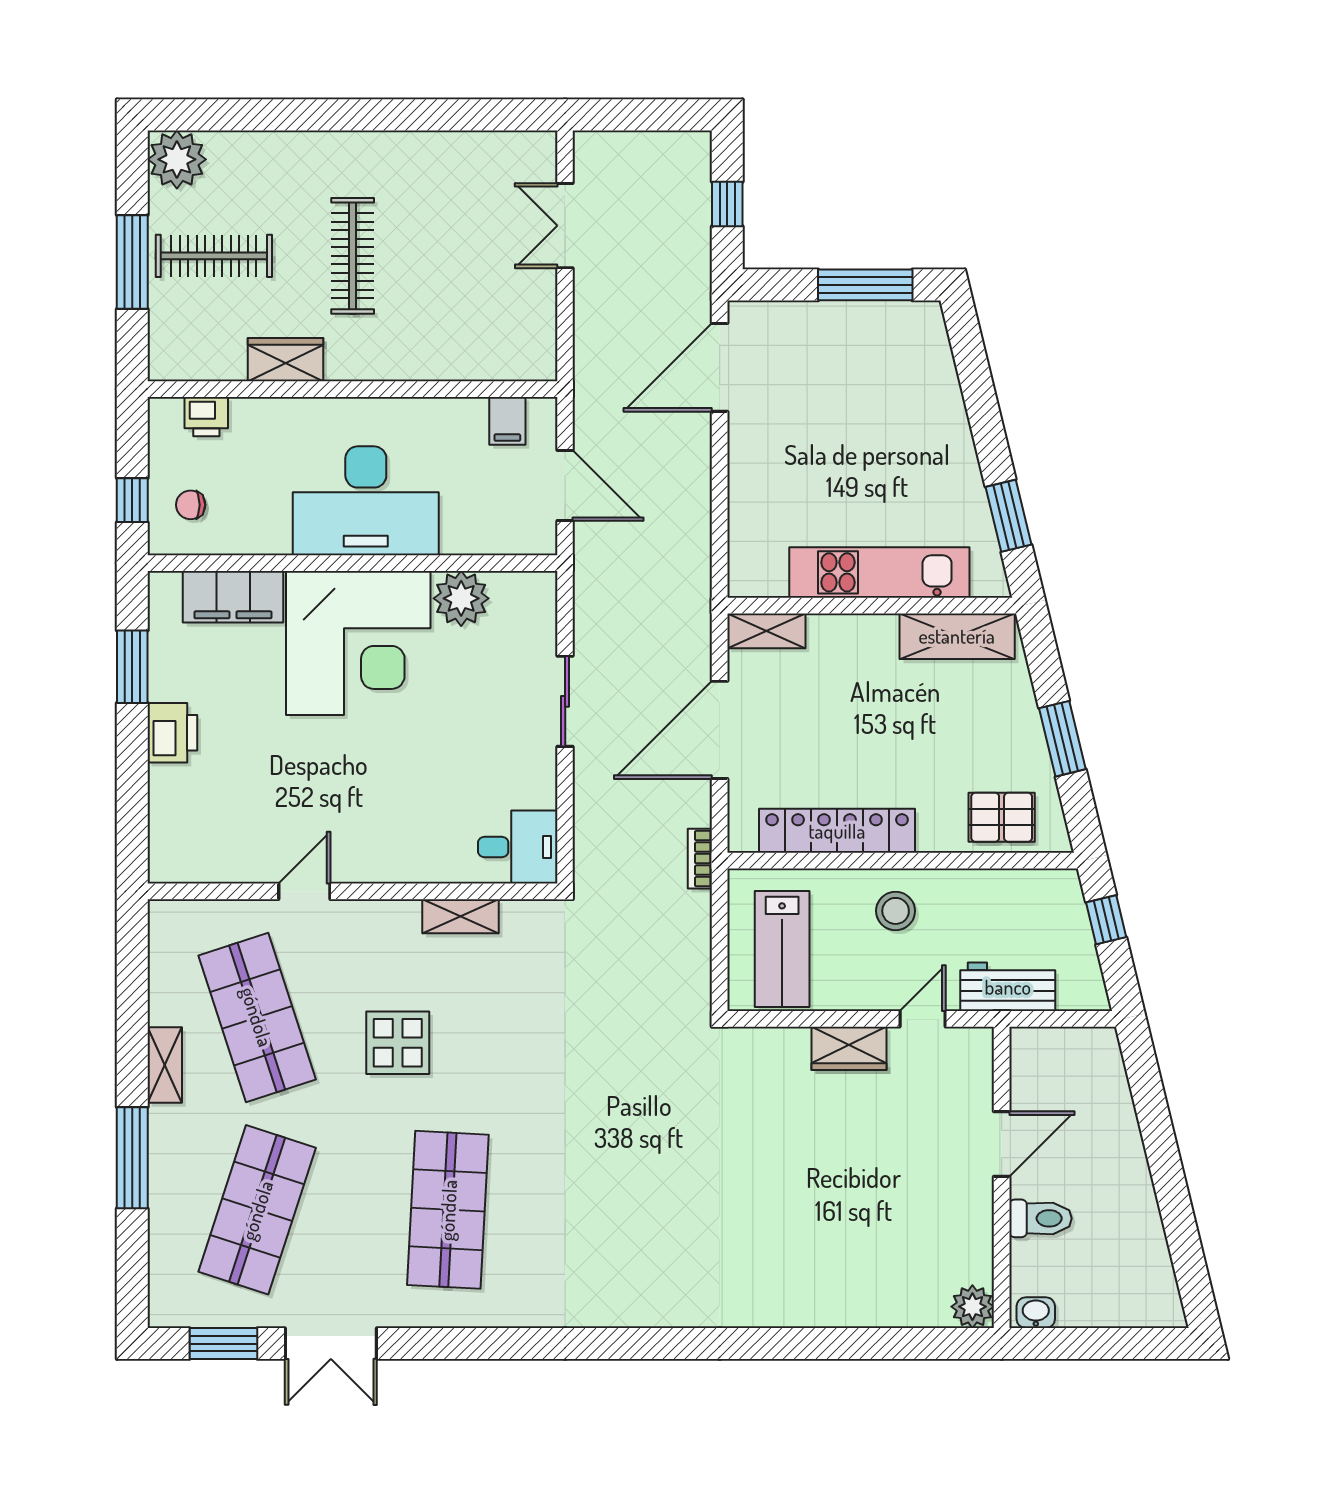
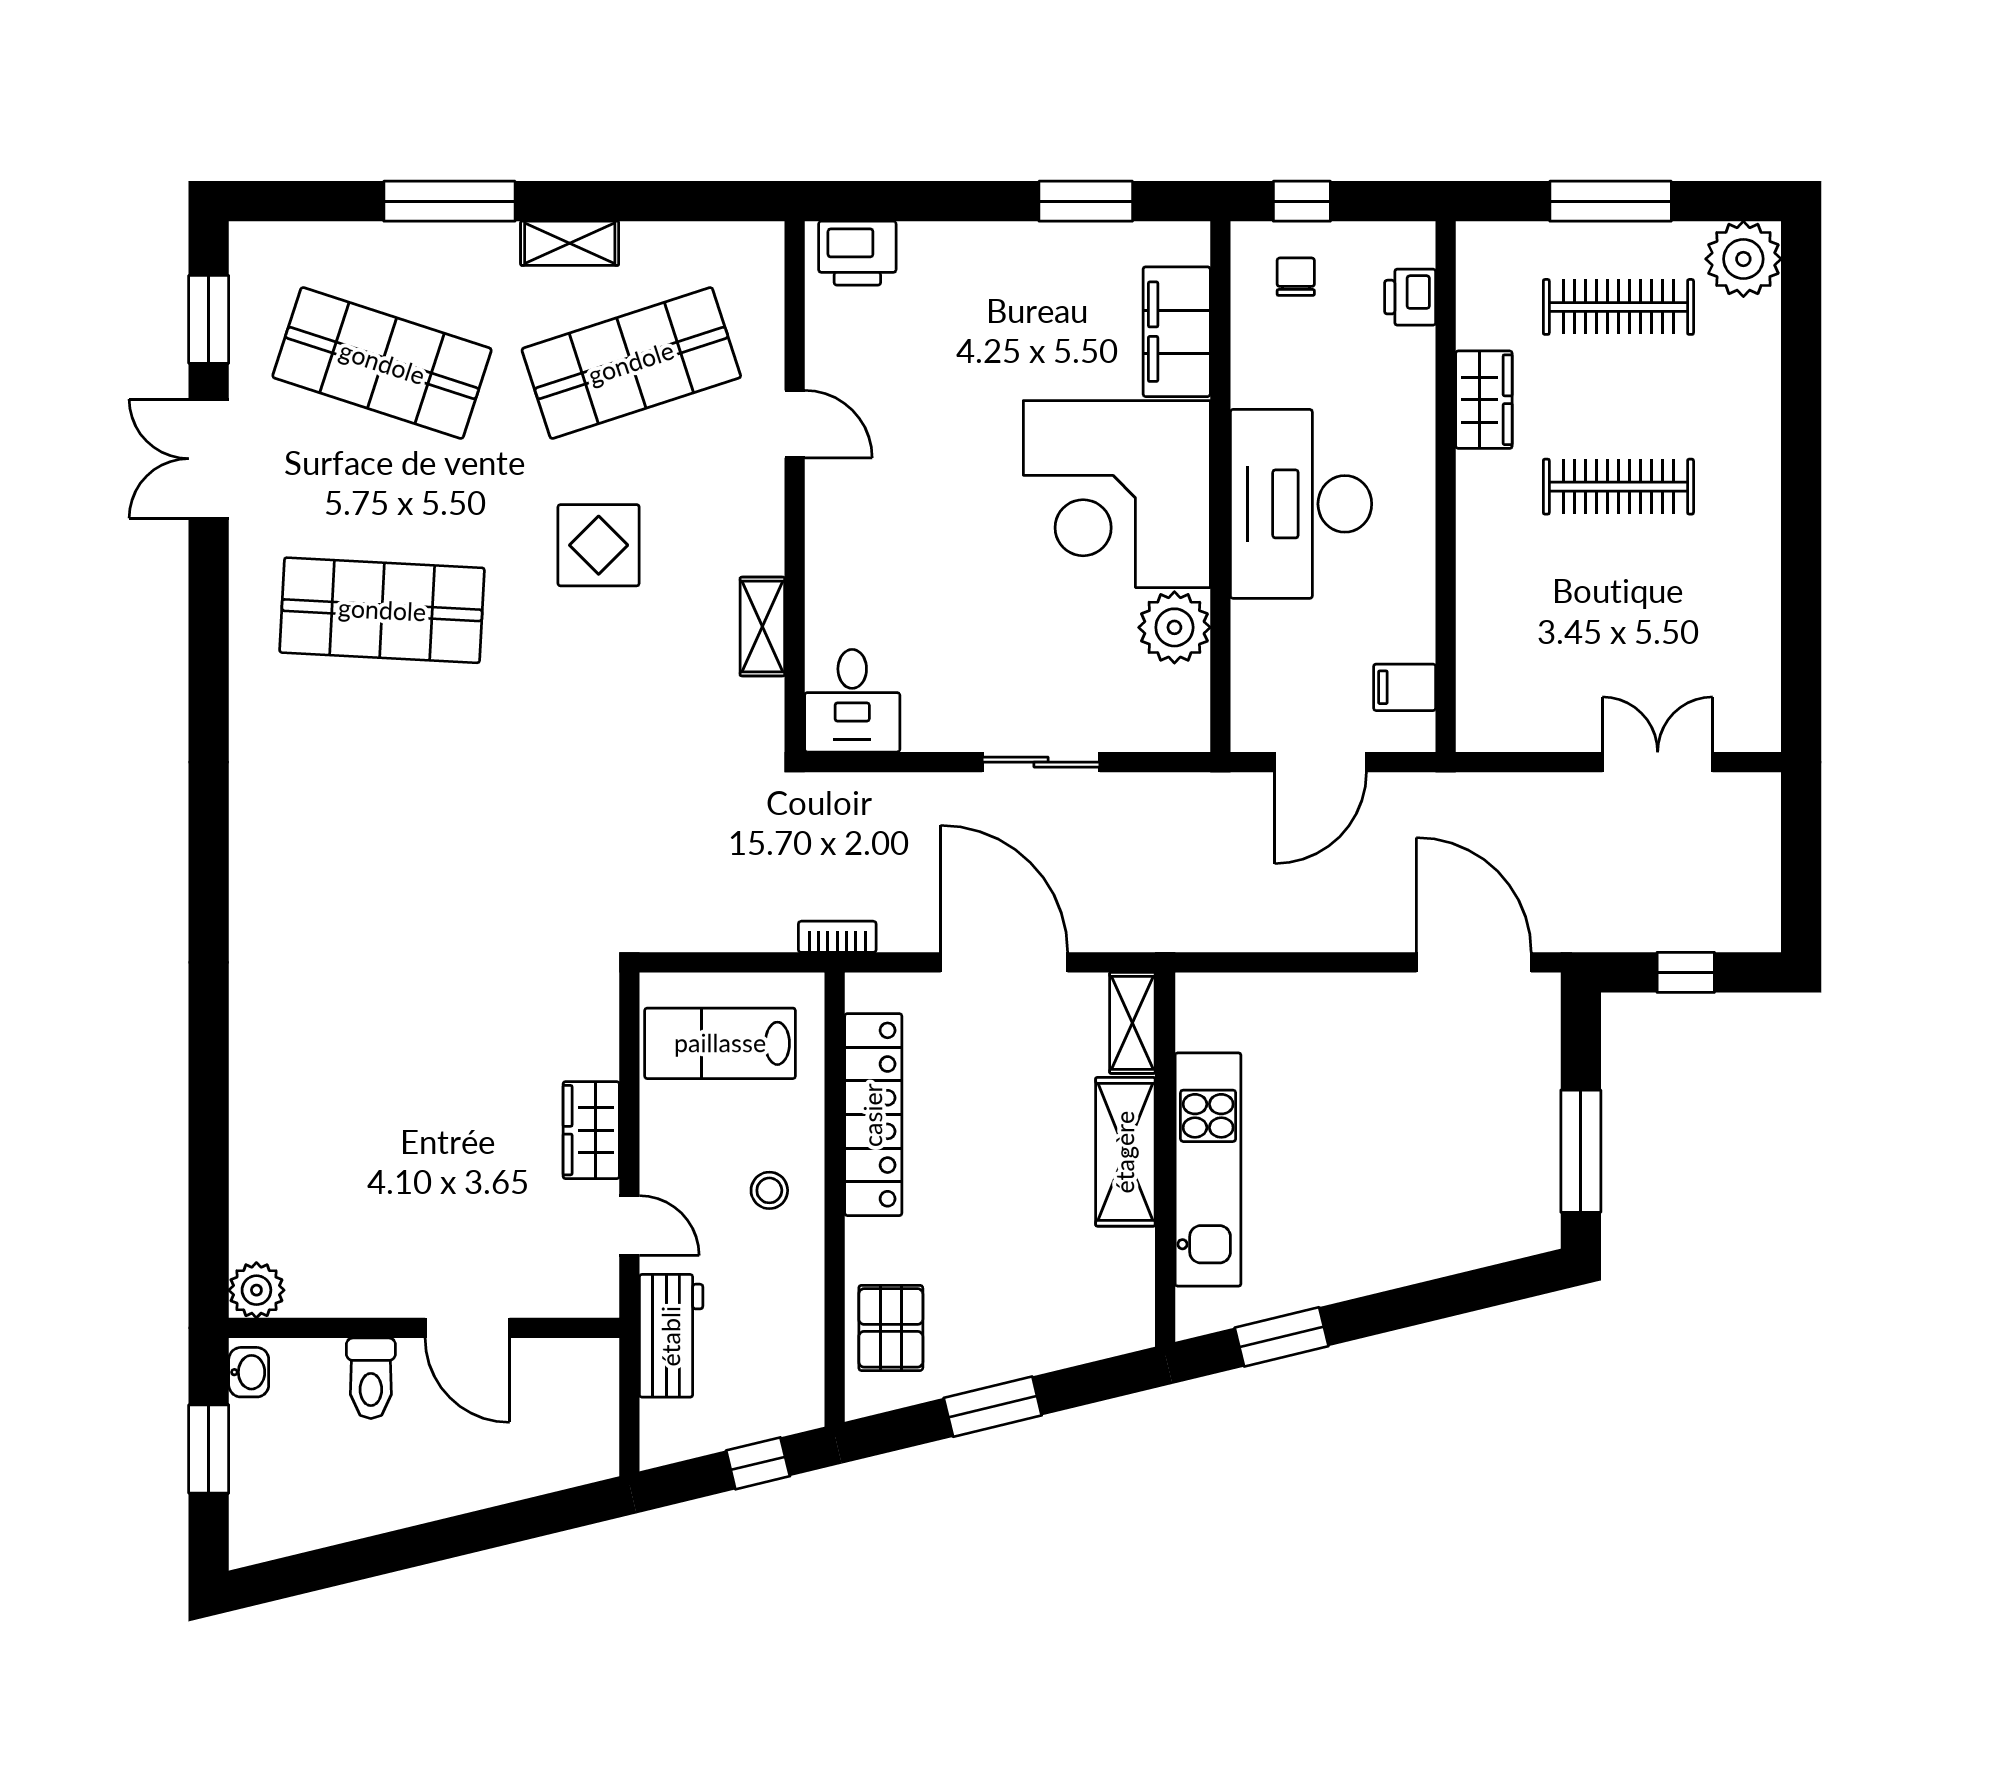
clothes rail: (214, 256) -> (1618, 307), turned 90
shelving: (957, 636) -> (1125, 1152), moved
printer: (172, 733) -> (857, 253), moved
stool: (896, 911) -> (769, 1190), width x0.73, depth x0.73
window: (1095, 1344) -> (209, 1449), added

